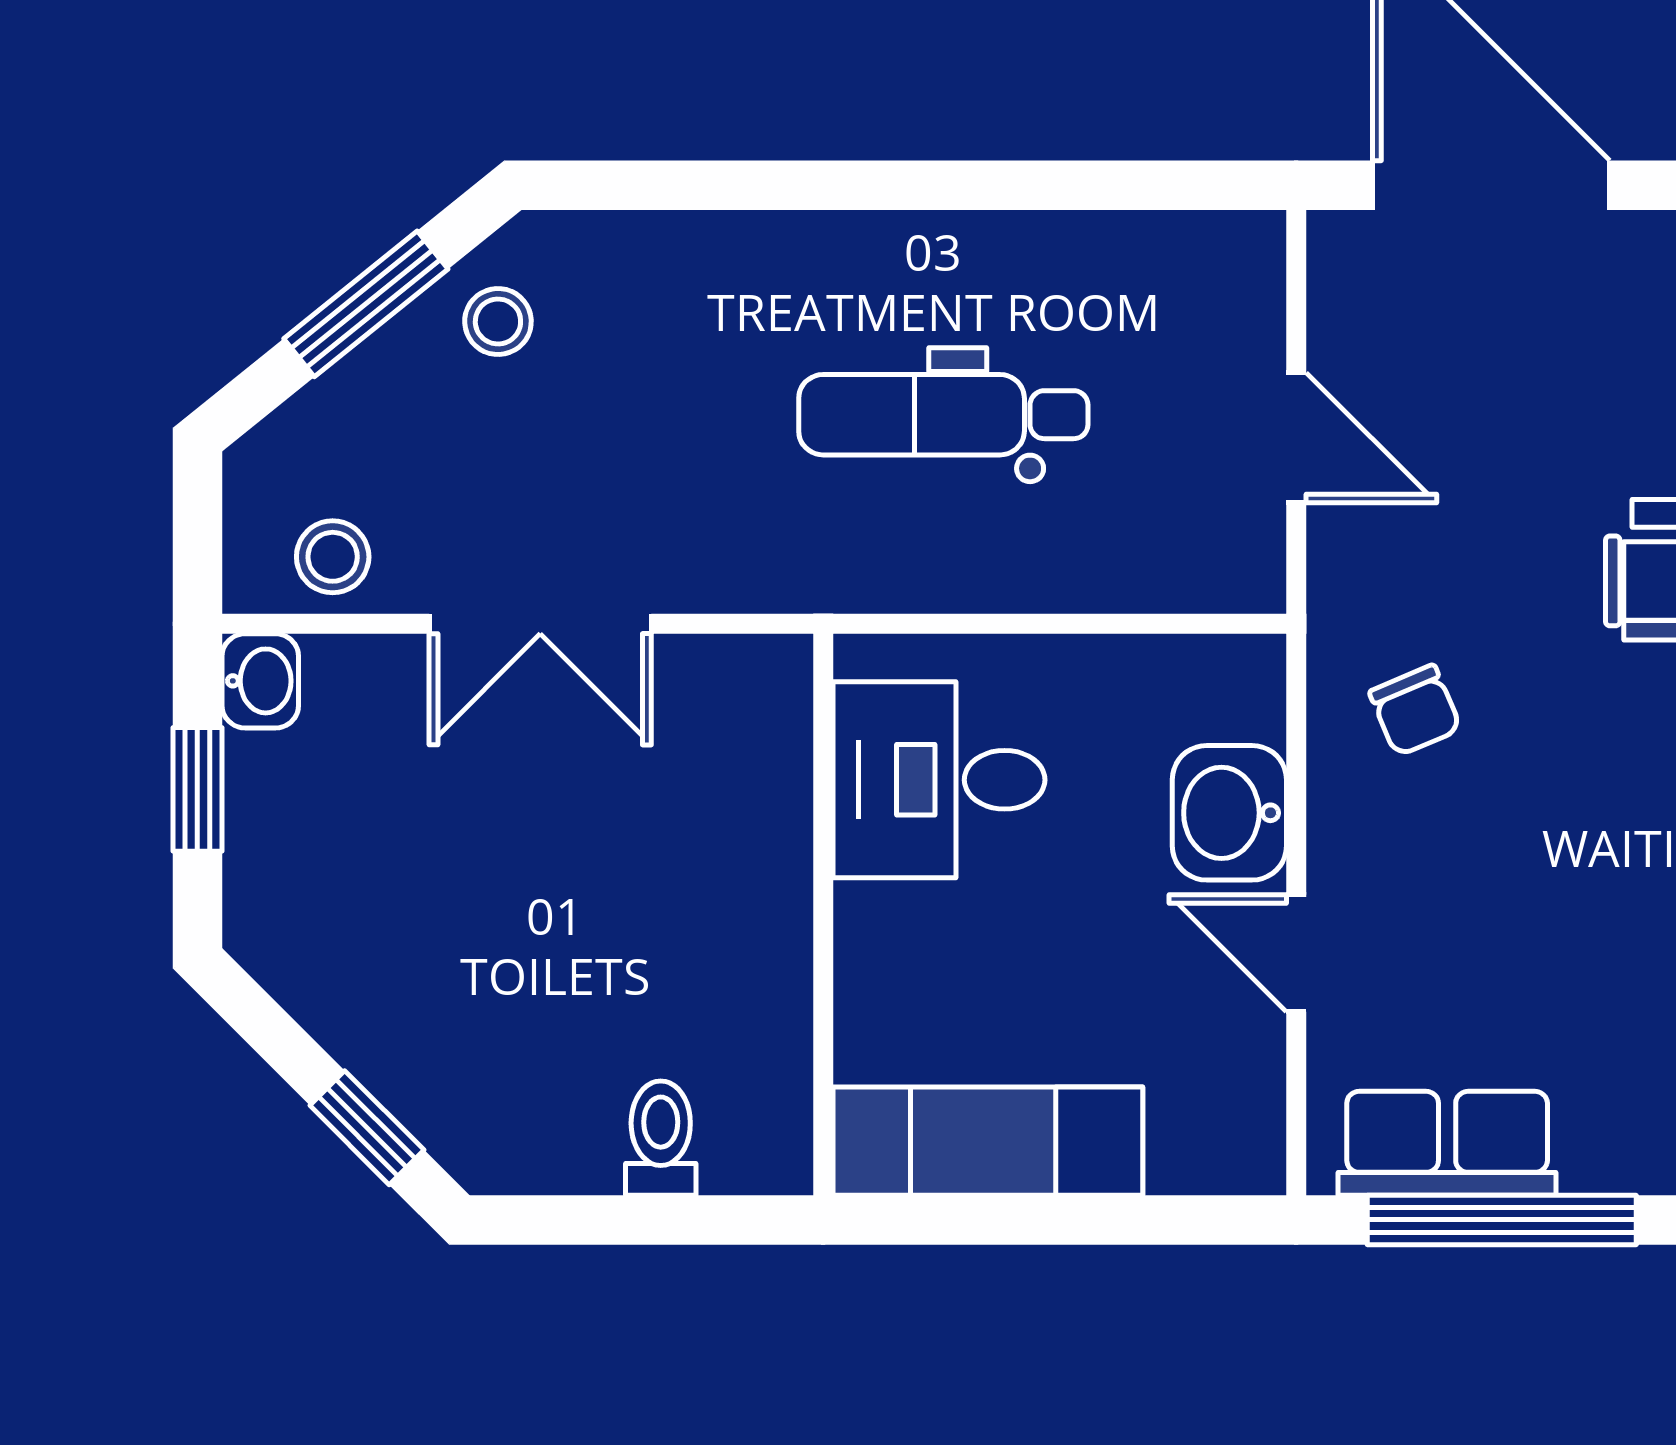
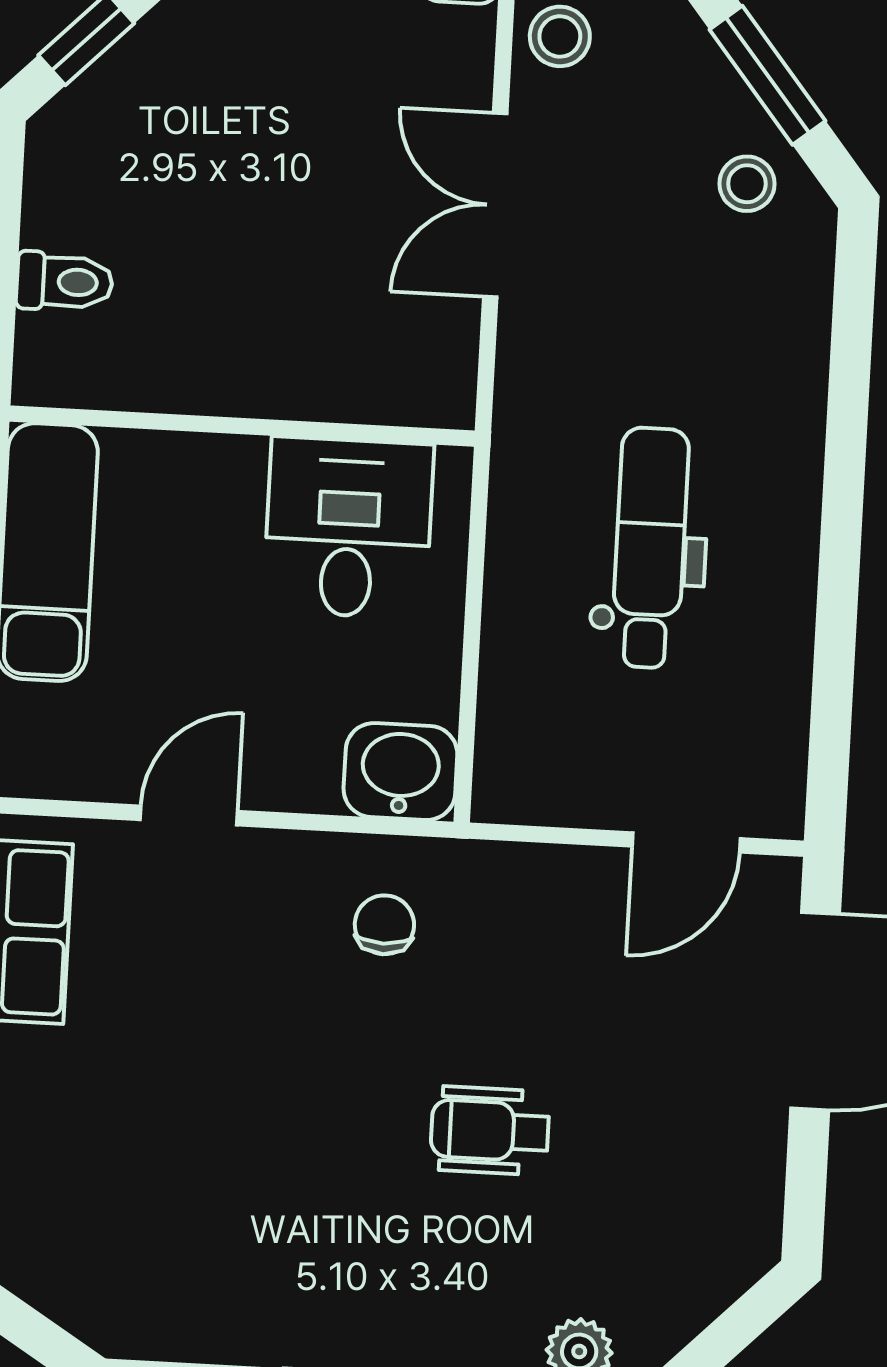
door: (1296, 438) -> (686, 842), moved
chair: (1415, 710) -> (384, 925), turned 113
washbasin: (1229, 813) -> (400, 772), moved

